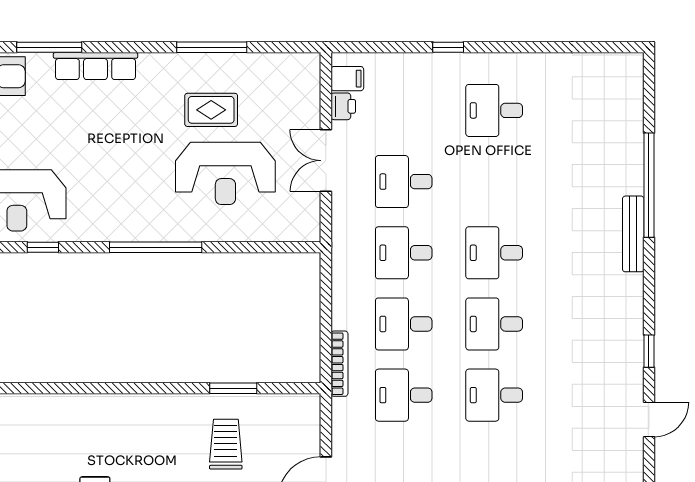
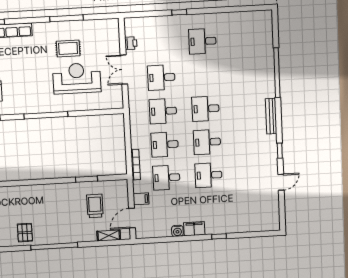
filing cabinet: (347, 79) -> (141, 199), moved
reception desk: (225, 173) -> (77, 78), turned 180
bench: (633, 234) -> (271, 116), moved
trolley: (226, 444) -> (95, 206), moved

